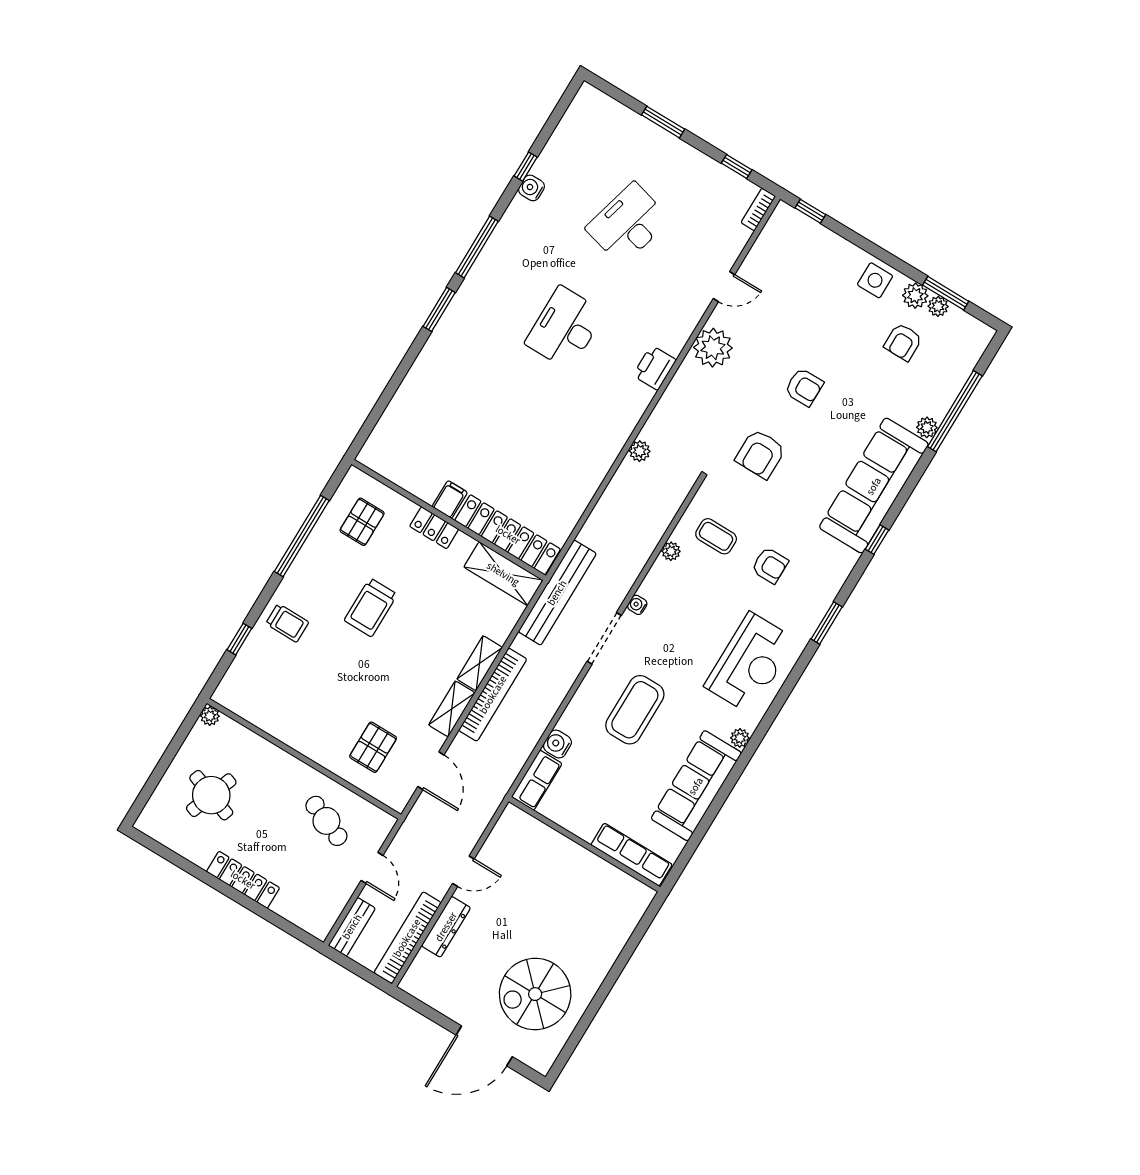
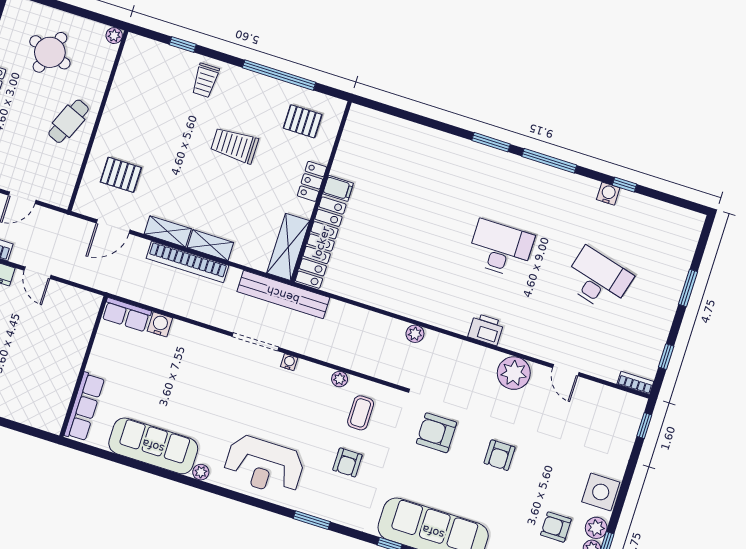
side table: (875, 280) -> (601, 492), width x1.37, depth x1.37
coffee table: (635, 710) -> (203, 381), removed
cafe table: (326, 821) -> (69, 121), moved

